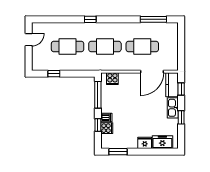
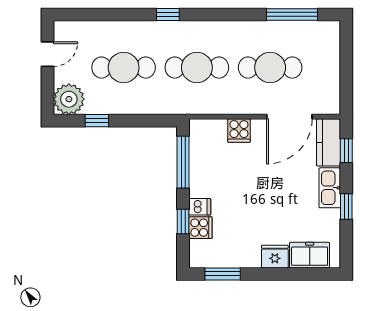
plant: (40, 63) -> (69, 99), added
cooker: (112, 79) -> (239, 130), moved

